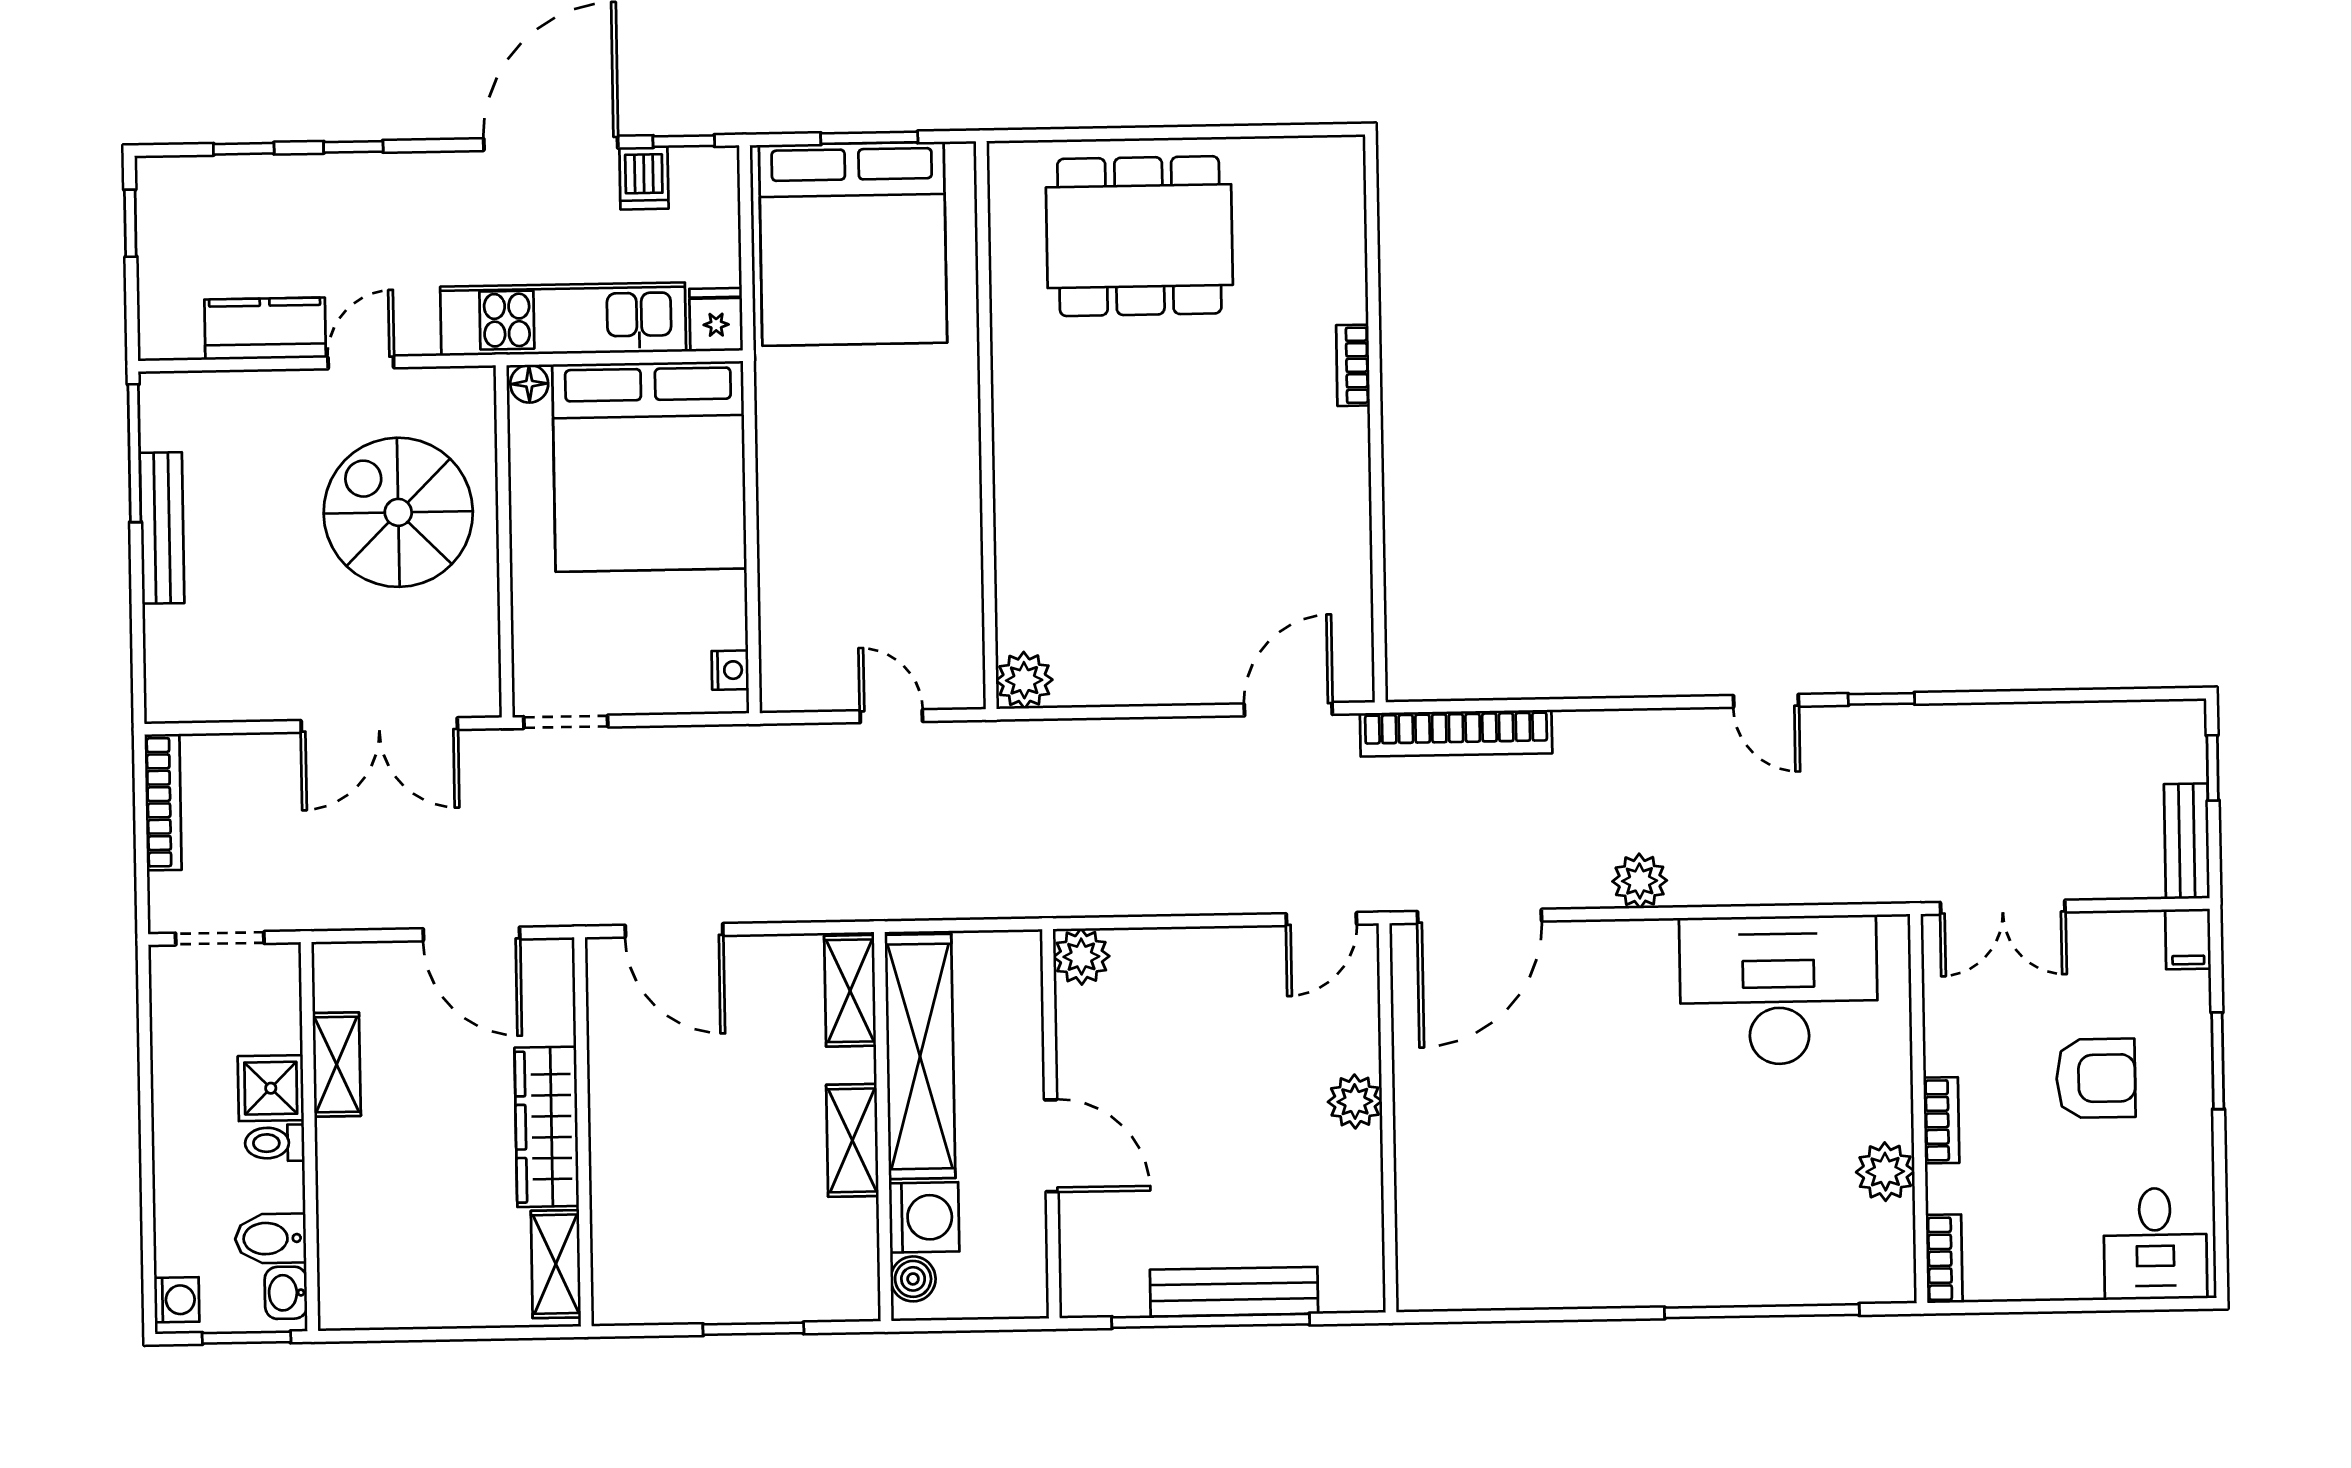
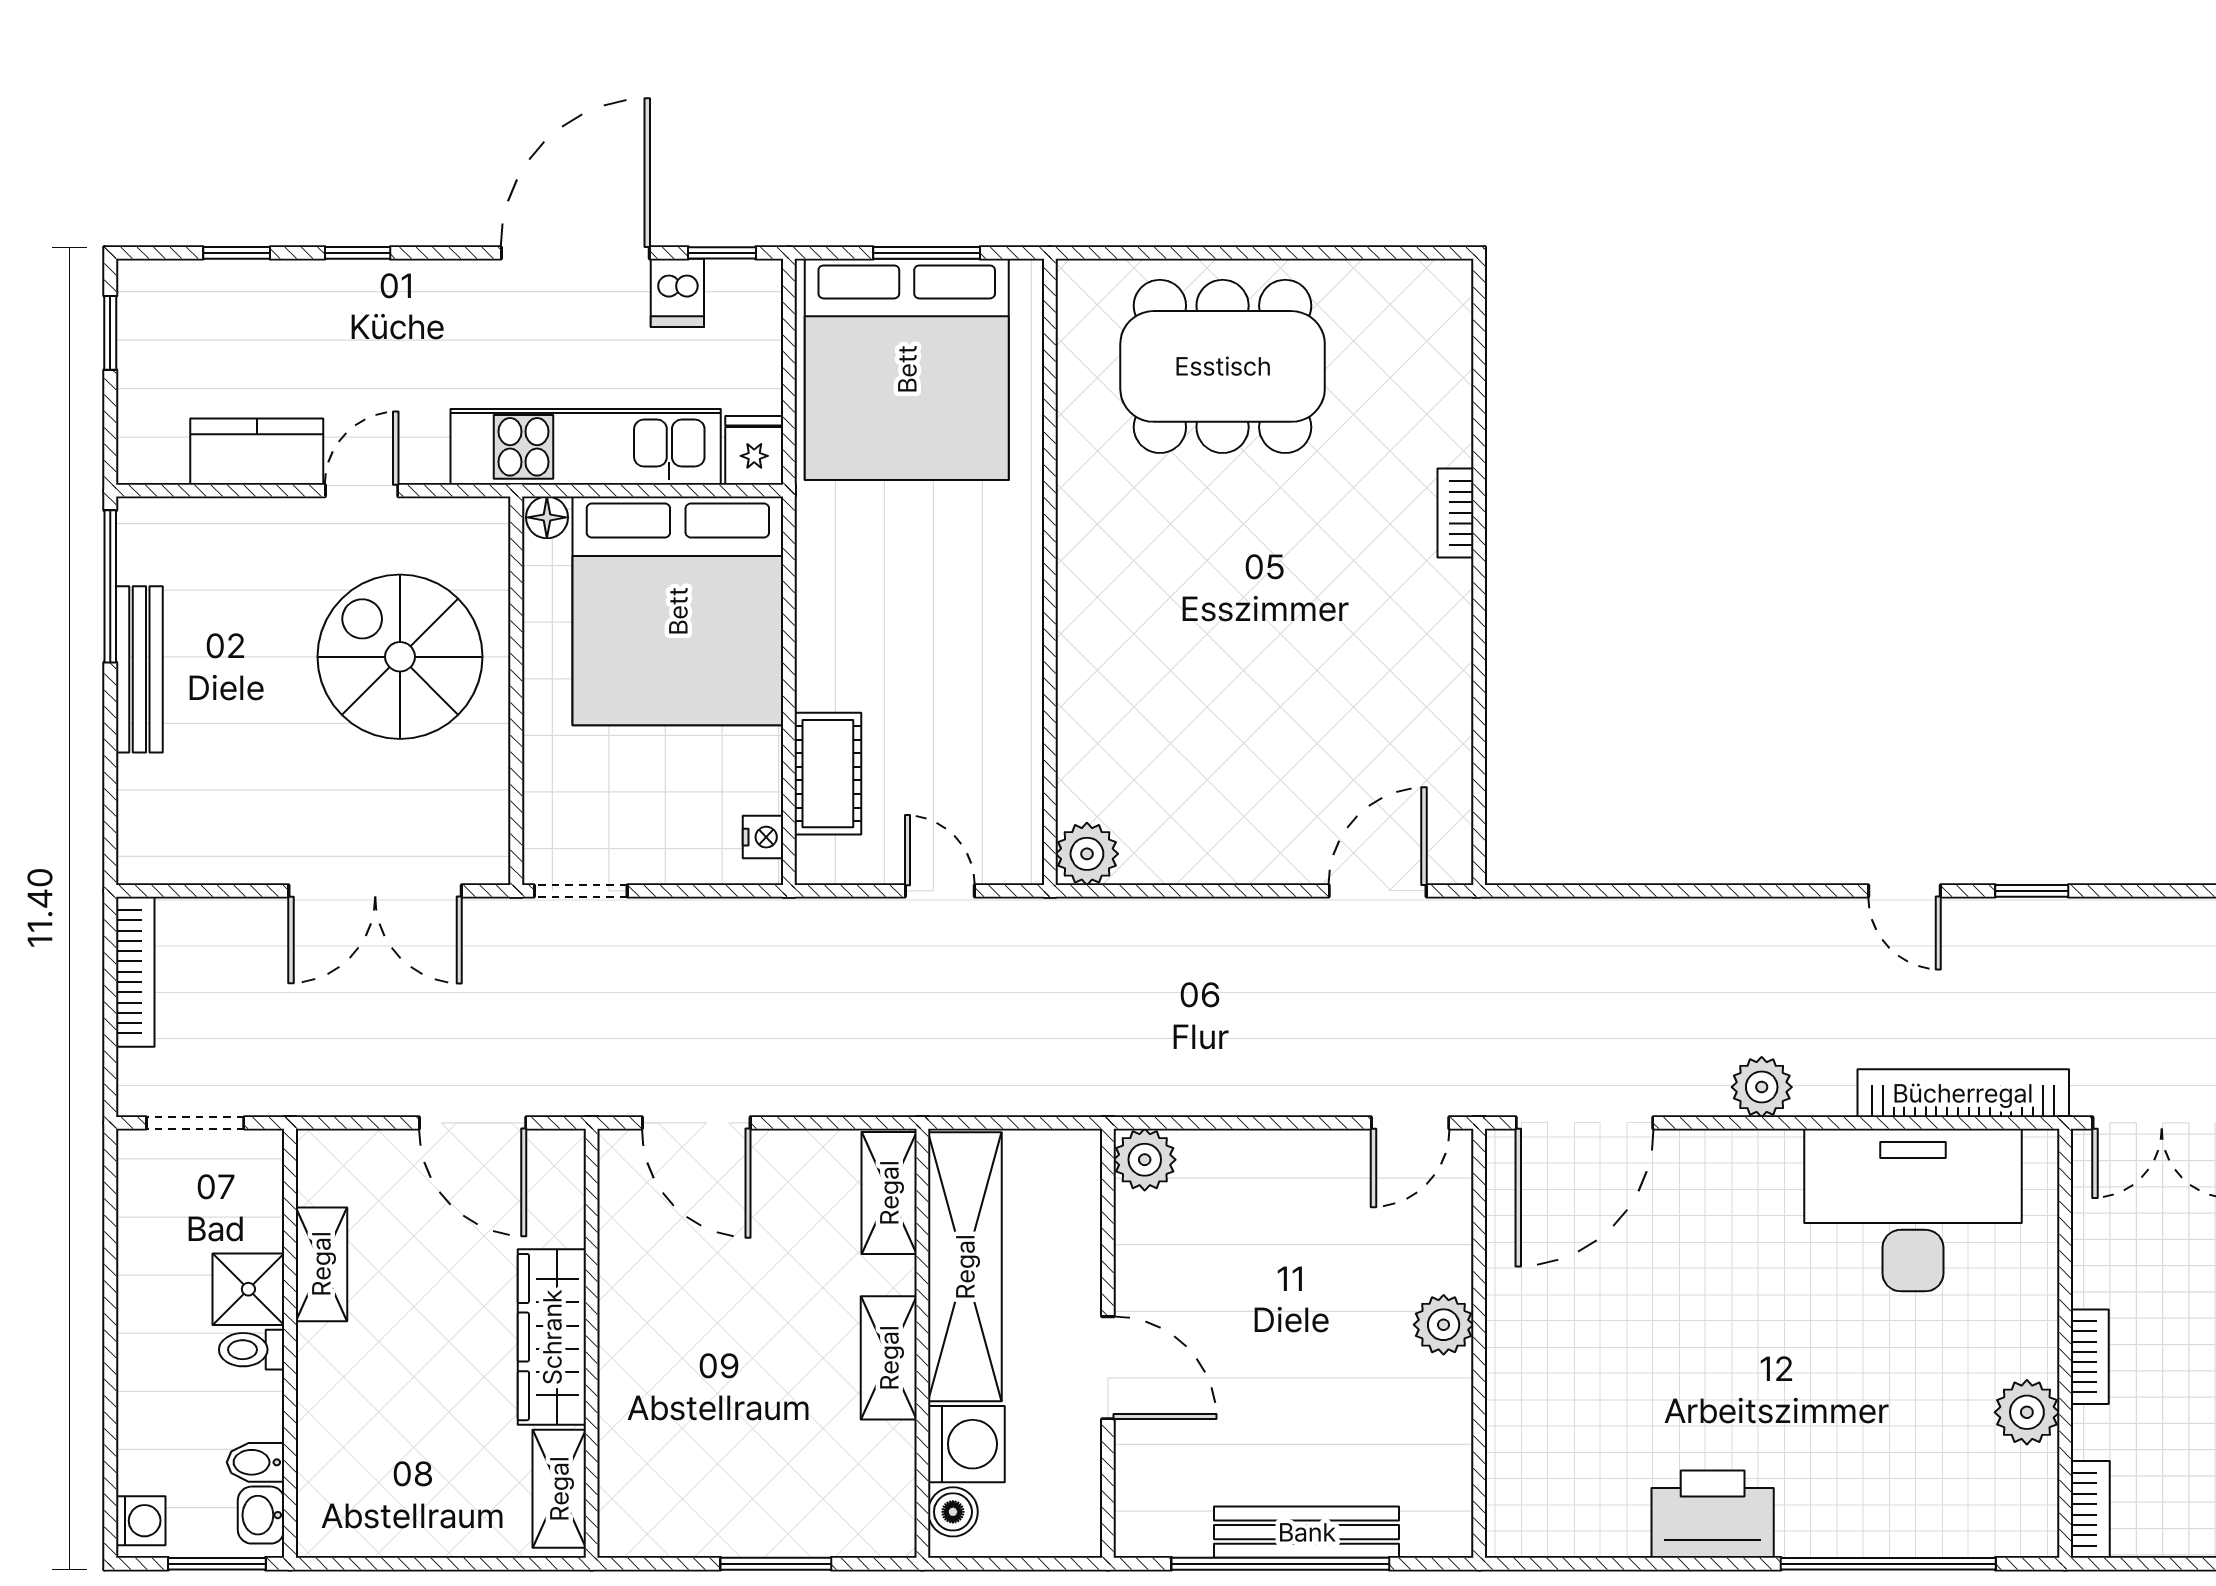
cot: (788, 612) -> (828, 774), added
bookcase: (1456, 733) -> (1963, 1093), moved, turned 180
bidet: (271, 1238) -> (256, 1462), width x0.72, depth x0.74
printer: (1602, 1269) -> (1713, 1514), added

